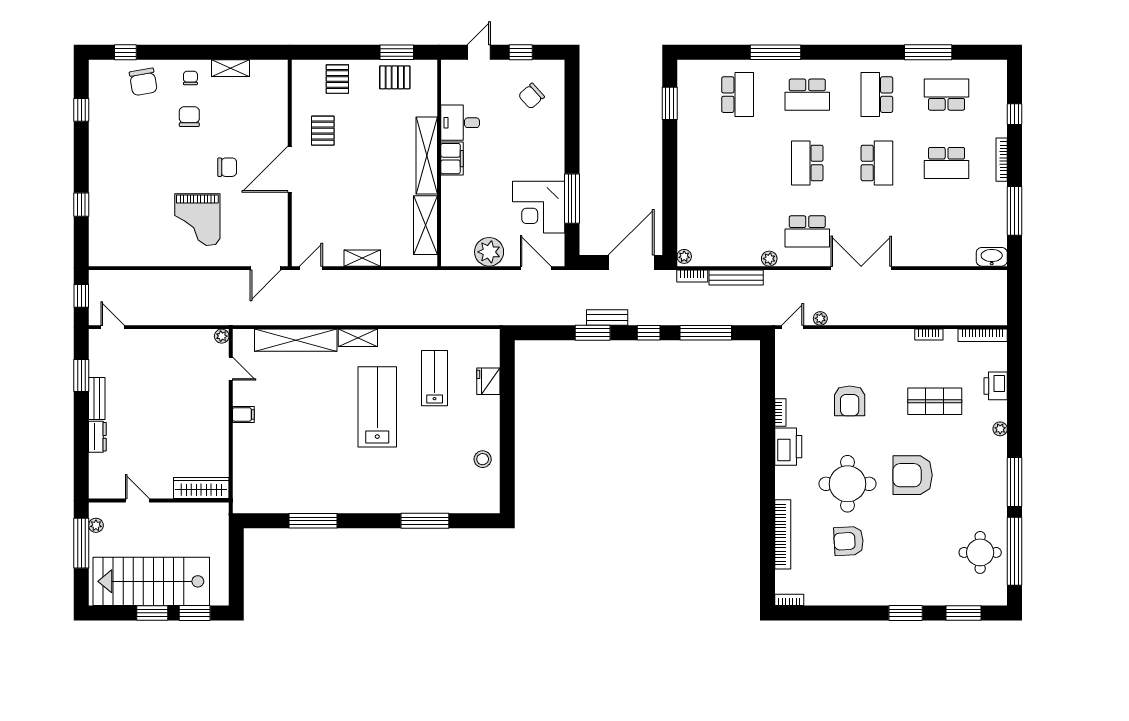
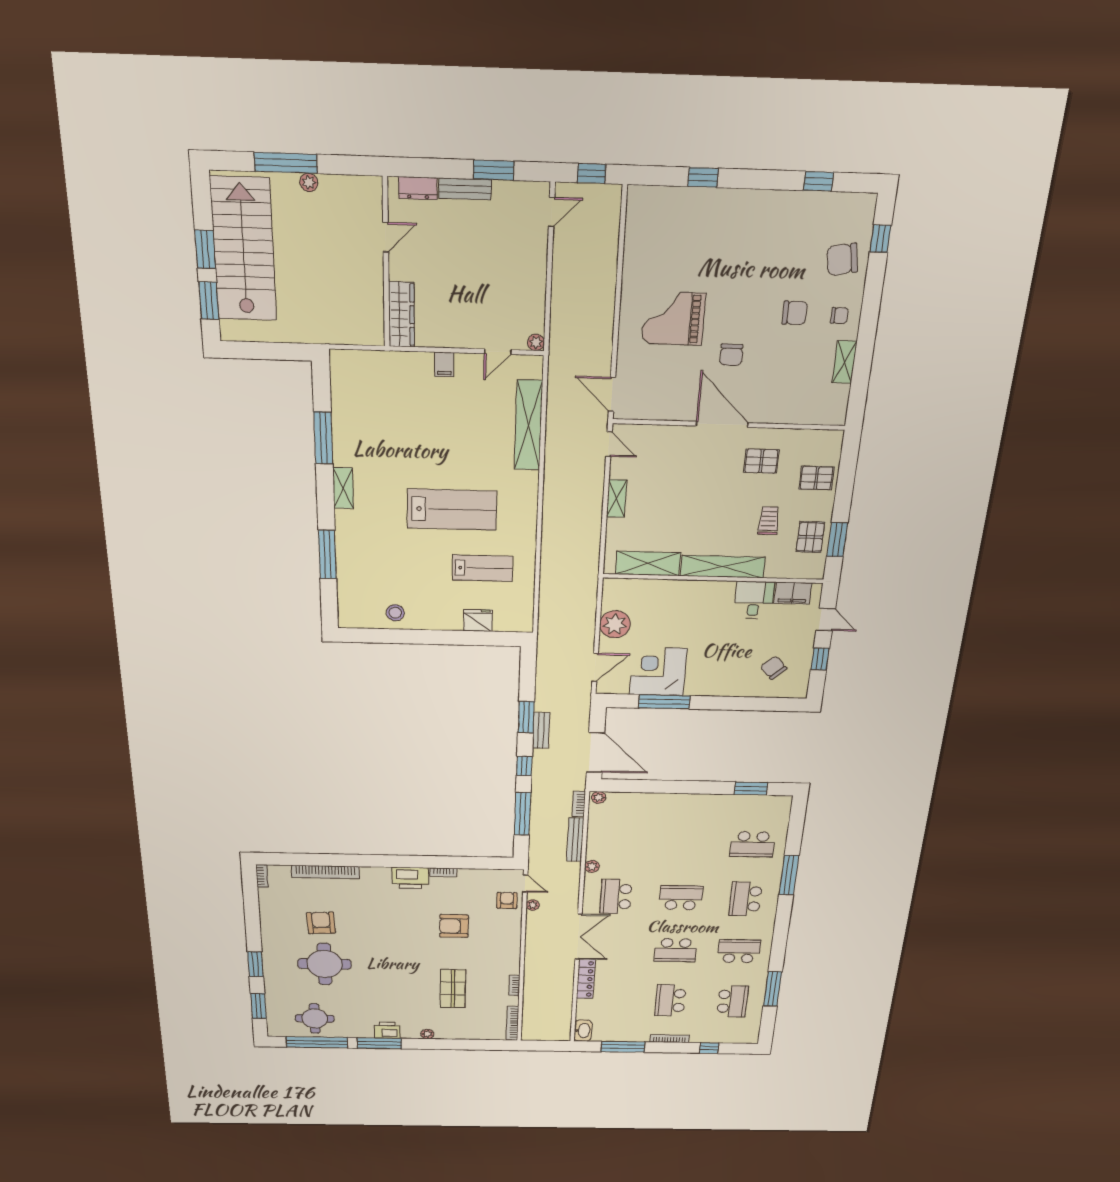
trolley: (380, 118) -> (769, 521), added
filing cabinet: (452, 159) -> (793, 593), moved
locker: (919, 257) -> (586, 979), added
shelving: (358, 338) -> (343, 488), moved
printer: (996, 386) -> (387, 1030), moved
armchair: (913, 475) -> (507, 900), moved, width x0.53, depth x0.53
round table: (847, 484) -> (324, 964), moved
wardrobe: (201, 488) -> (401, 314), moved
door: (137, 500) -> (386, 237), moved
wall: (159, 500) -> (386, 263), moved

